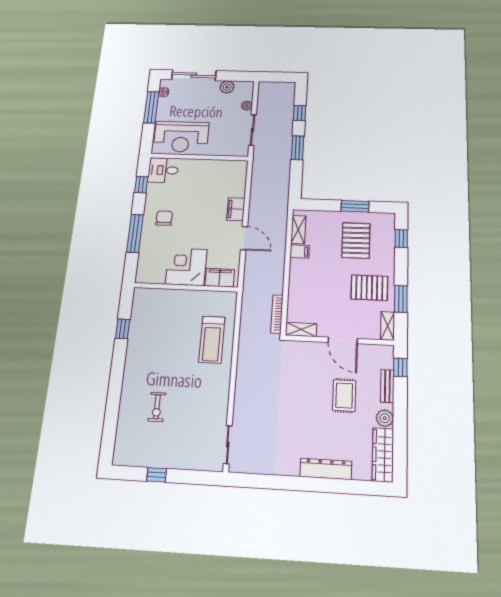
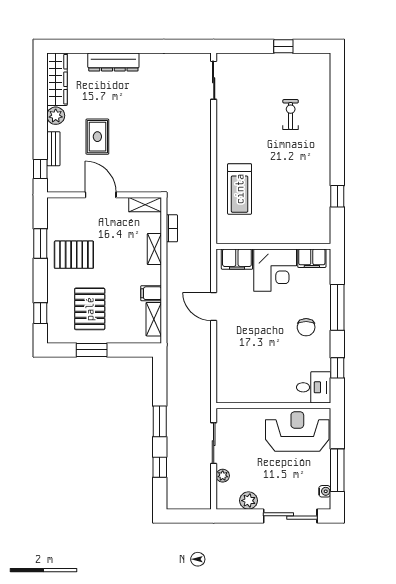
filing cabinet: (236, 209) -> (312, 258), moved, turned 90
bookcase: (277, 314) -> (172, 228), width x0.64
shelving: (388, 326) -> (154, 249), moved
treadmill: (212, 340) -> (240, 189), turned 180

